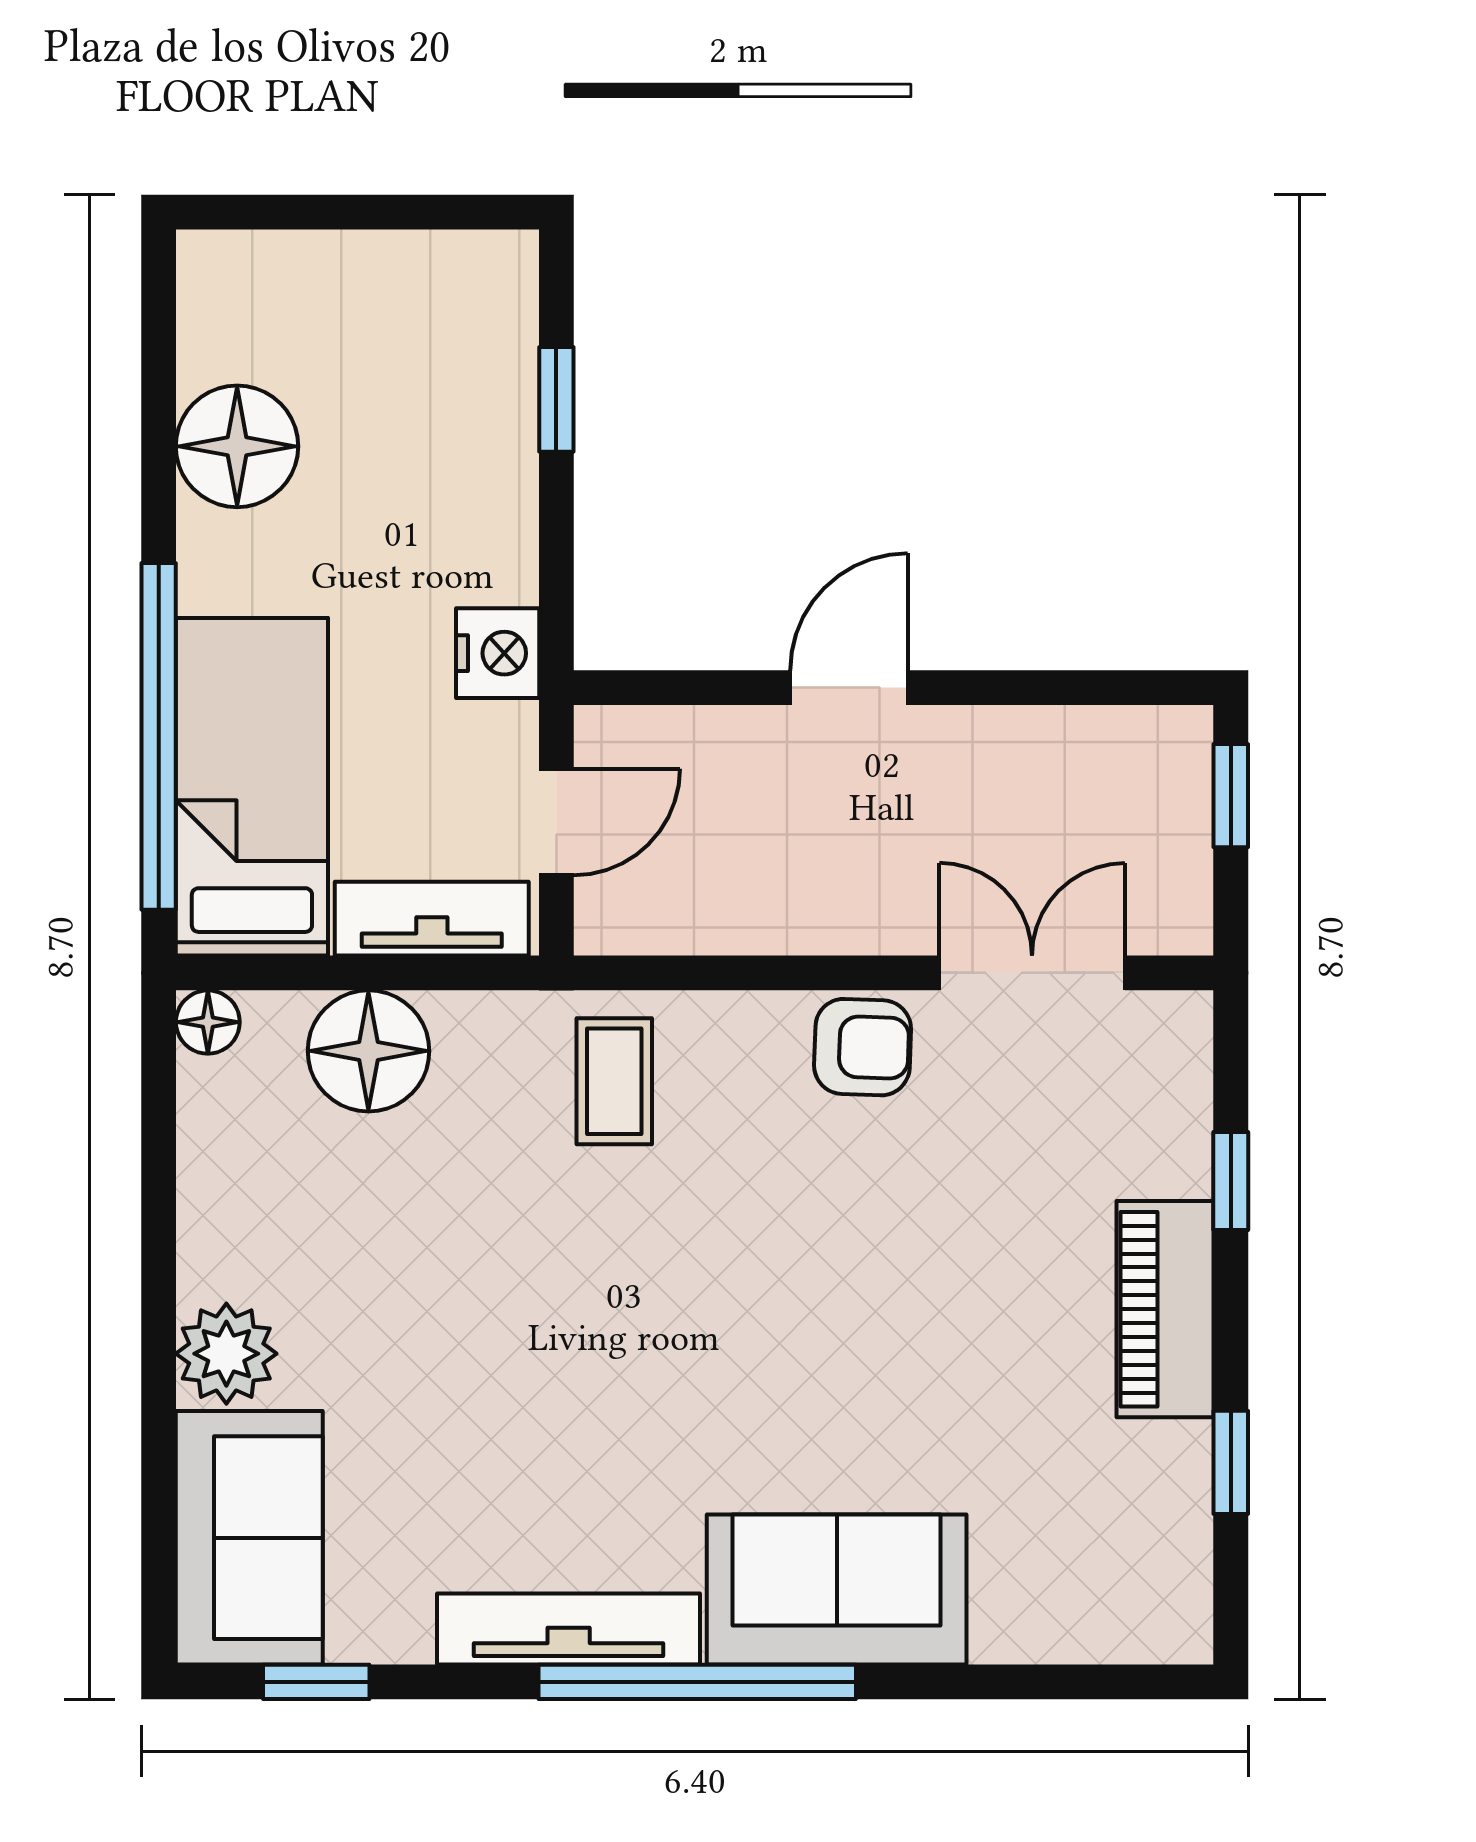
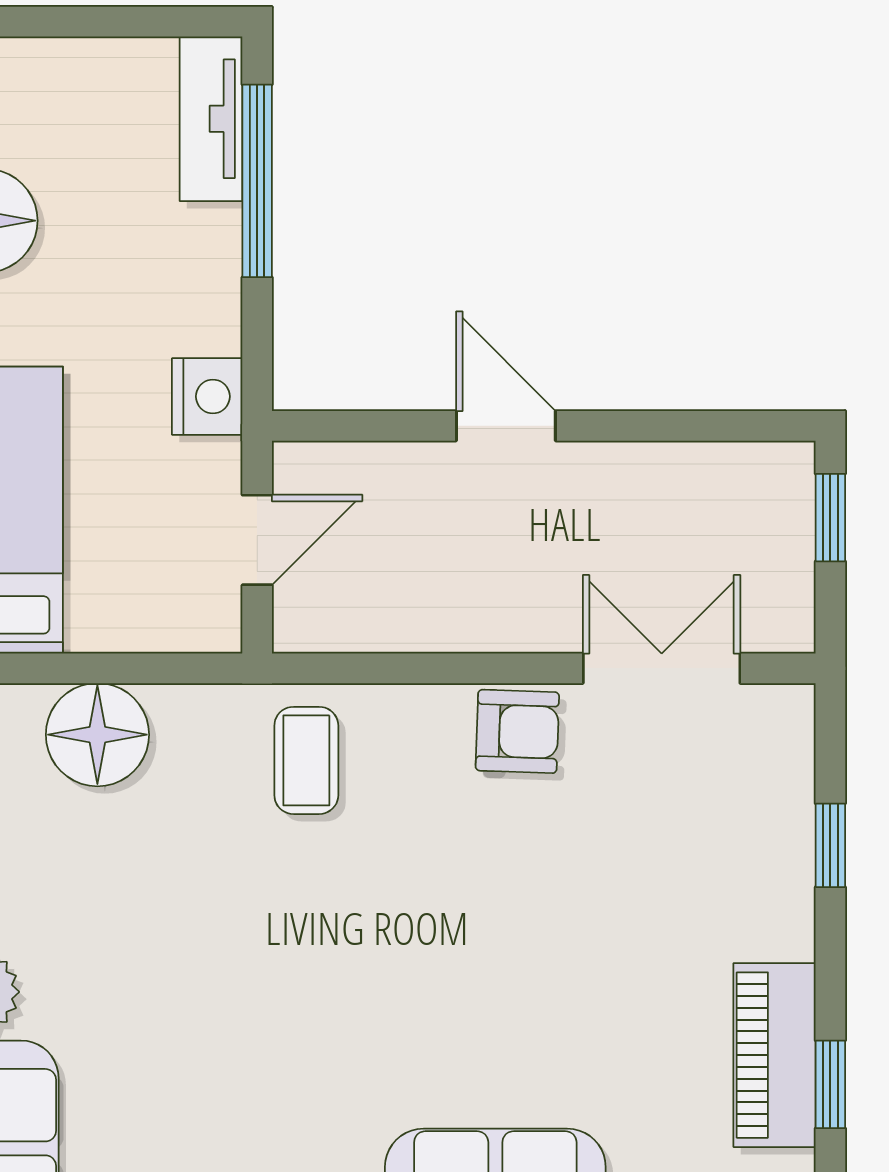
window: (556, 399) -> (257, 181), width x2.17
door: (849, 688) -> (506, 426), hinge flipped
tv unit: (432, 919) -> (211, 119), moved, turned -90
piano: (1165, 1309) -> (775, 1055), moved

